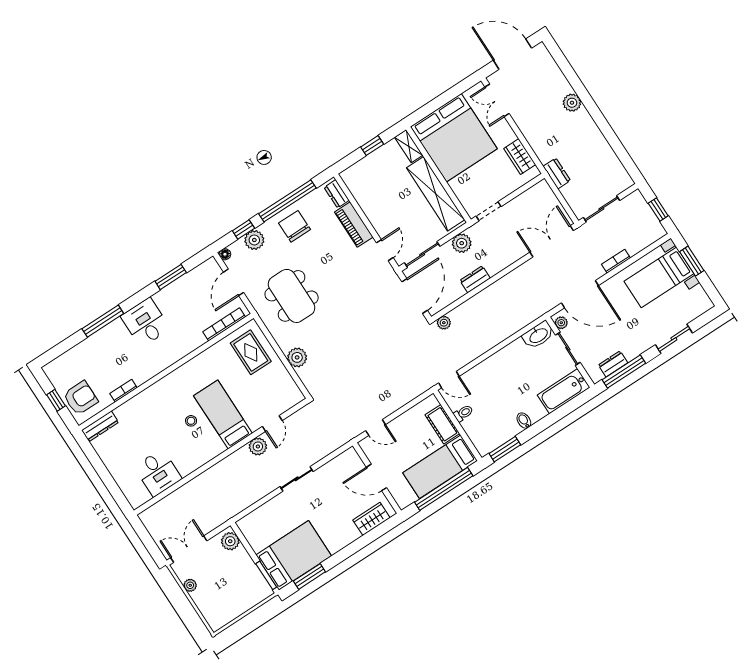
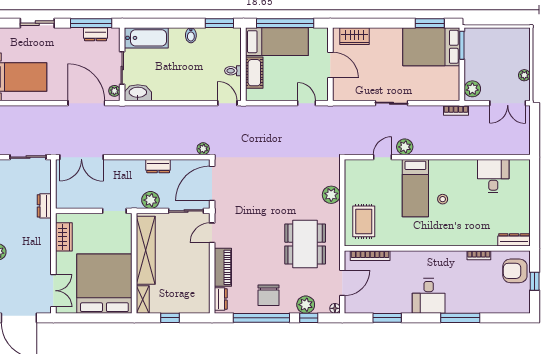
bookcase: (616, 261) -> (456, 110), moved

